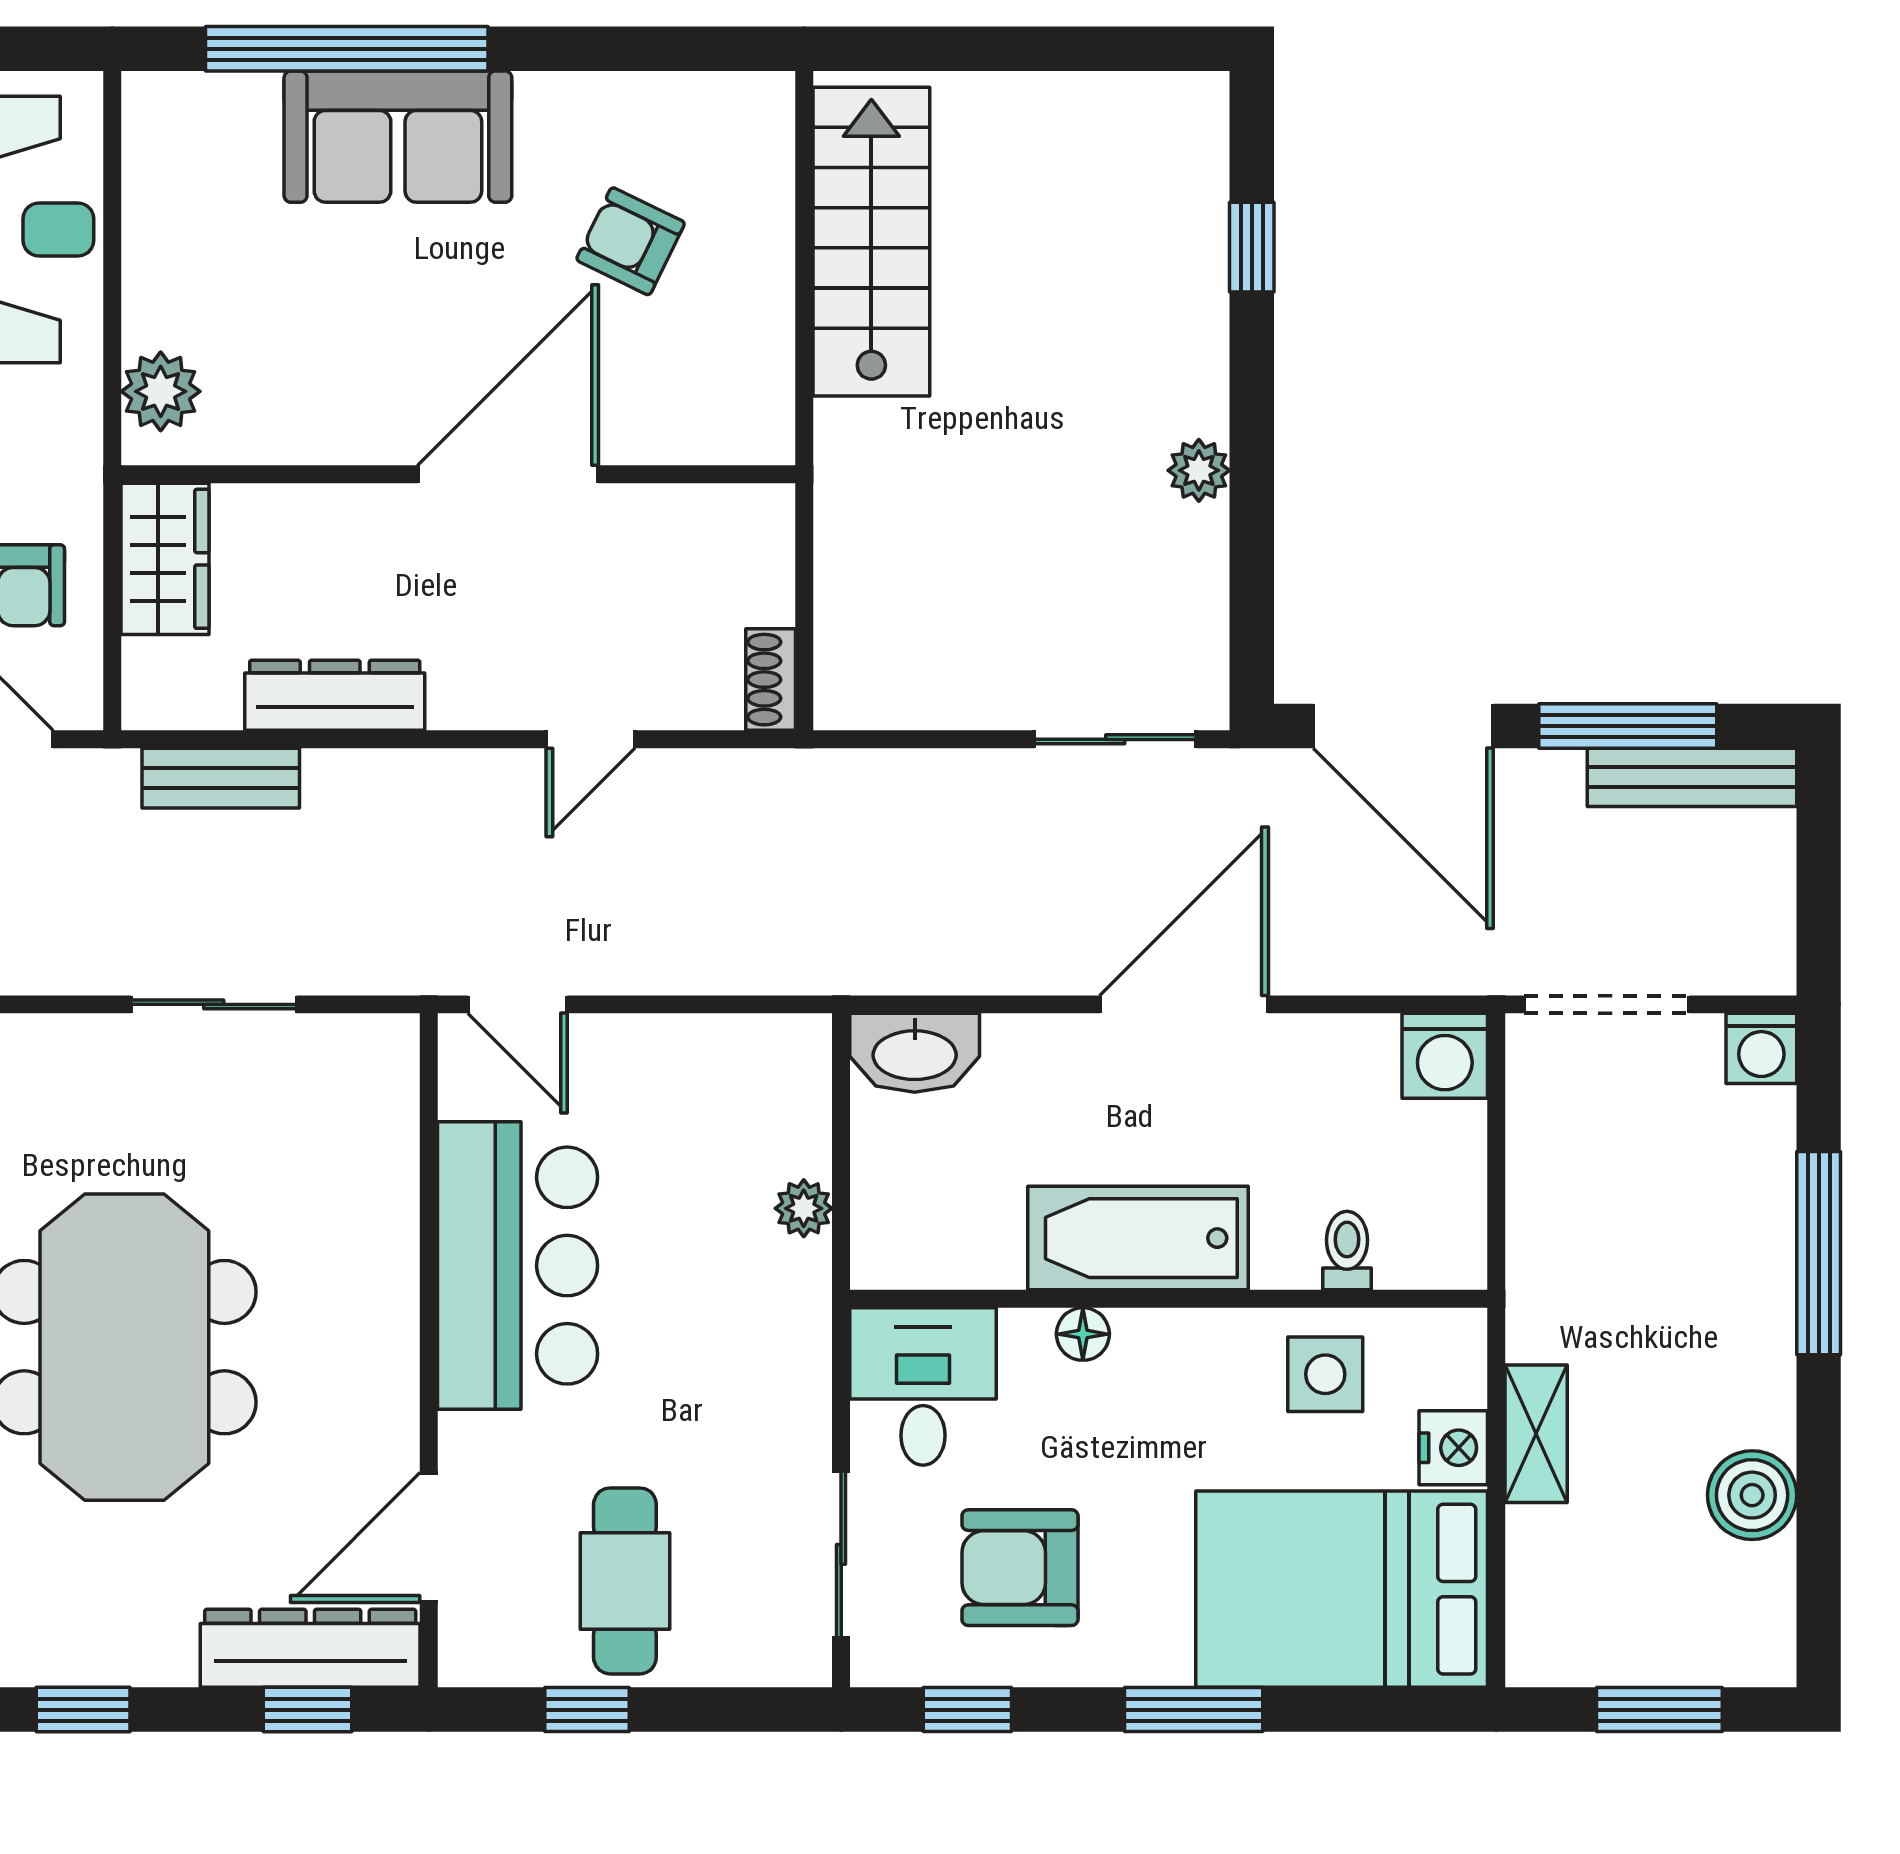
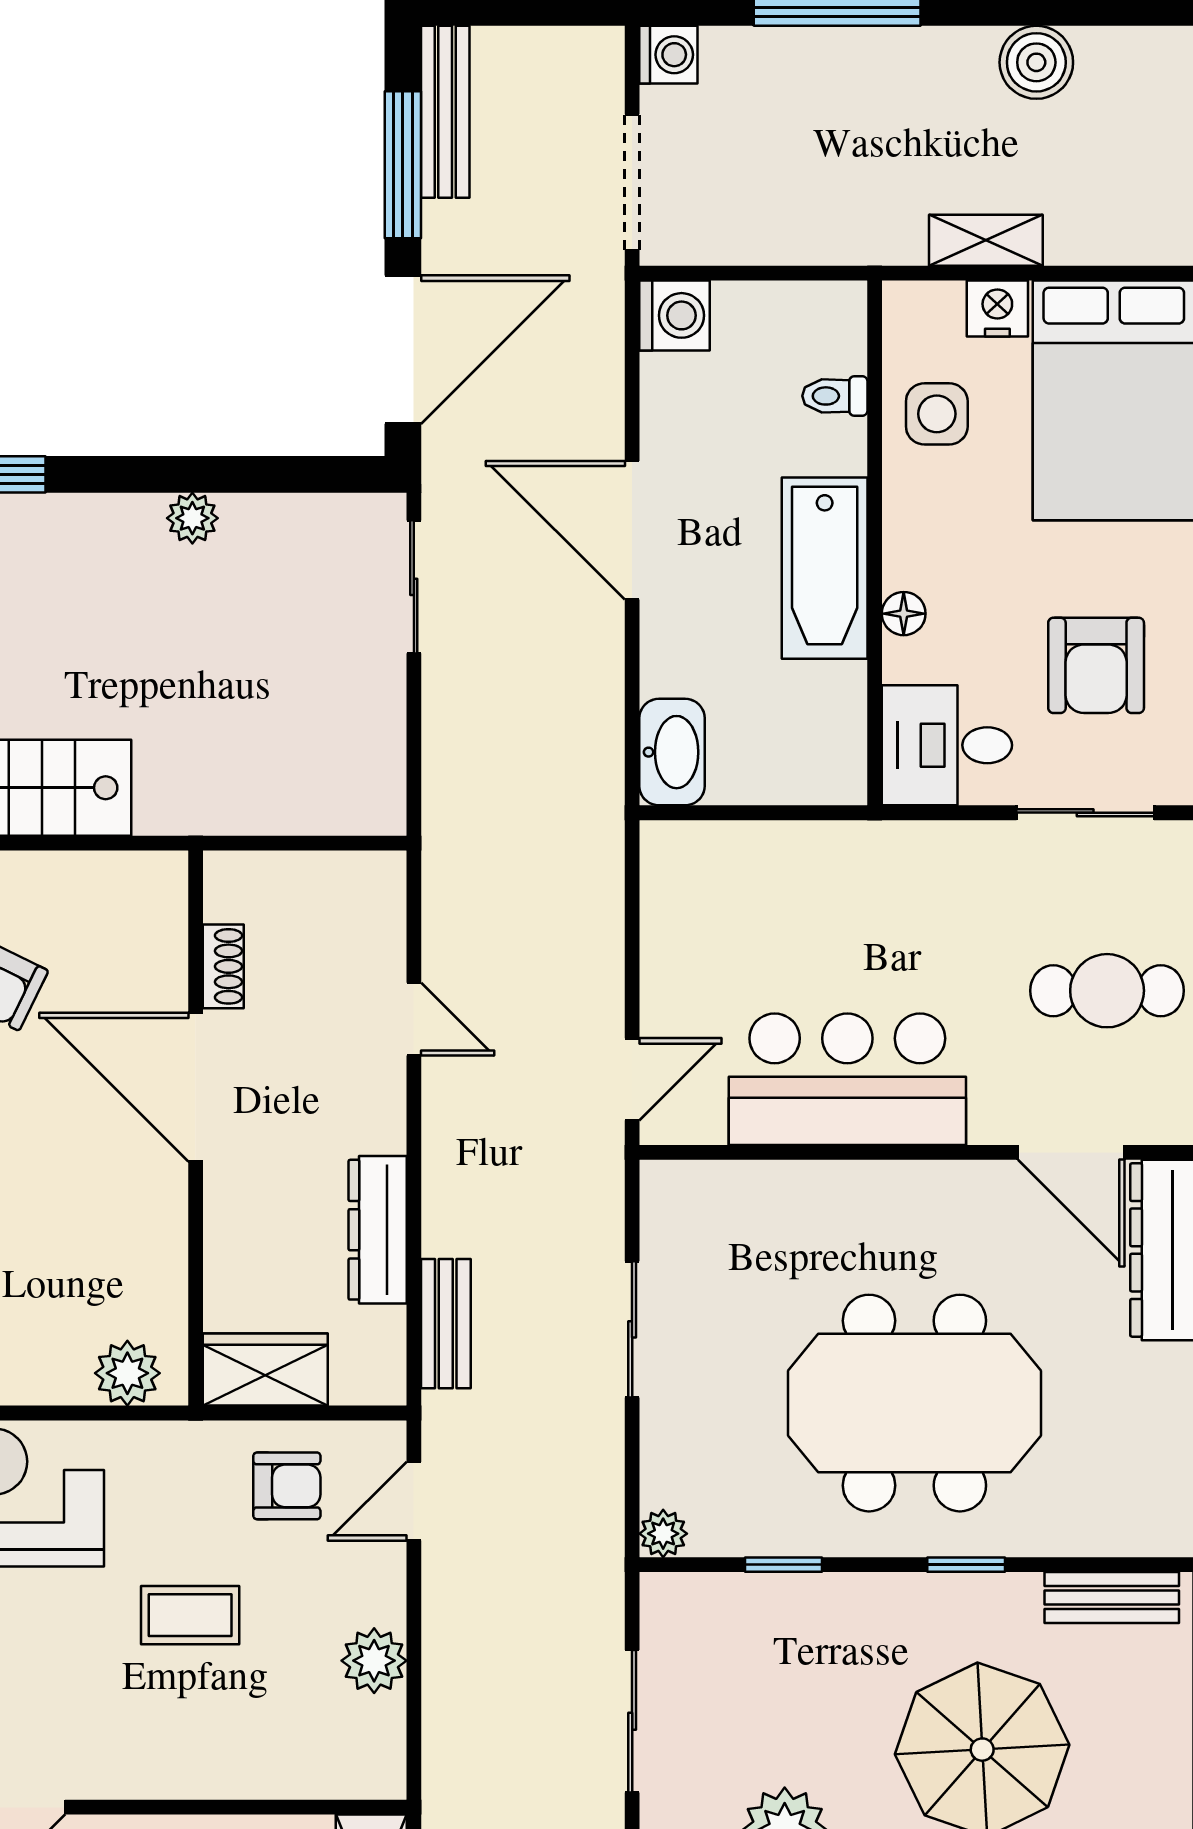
shoe rack: (771, 680) -> (223, 966), moved, turned -90
plant: (804, 1208) -> (800, 844), removed

